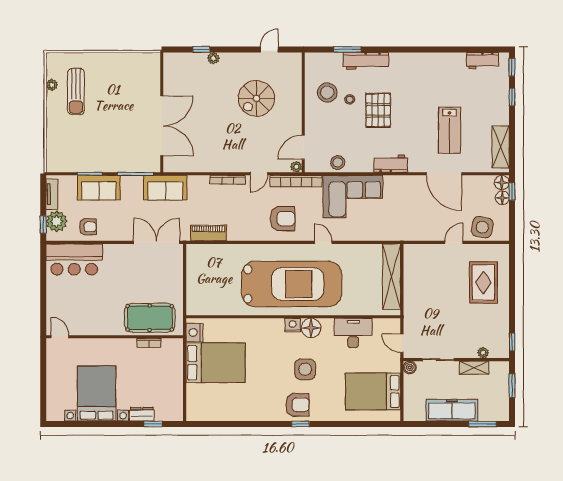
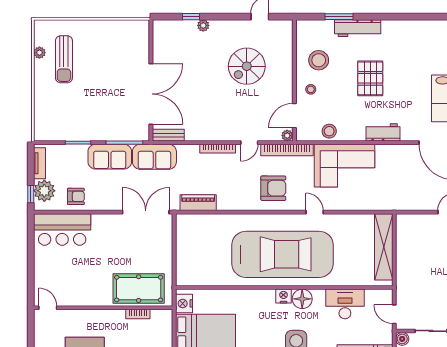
stool: (350, 99) -> (311, 89), moved
bench: (179, 166) -> (168, 135), added
sofa: (99, 188) -> (110, 157), moved

